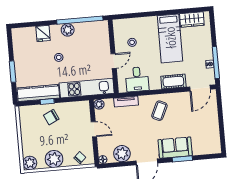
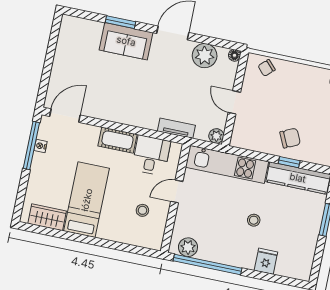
plant: (68, 30) -> (188, 247), moved
cot: (173, 82) -> (117, 140), moved
coffee table: (159, 111) -> (133, 101), removed
plant: (54, 159) -> (304, 77), removed

